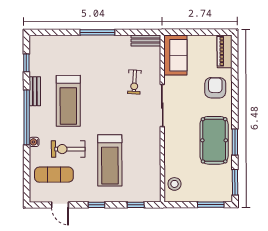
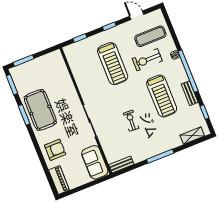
shelving: (51, 41) -> (192, 136), added
exercise bike: (134, 82) -> (131, 121), moved
armchair: (215, 88) -> (55, 150), turned -91
treadmill: (68, 101) -> (162, 96), turned 180
exercise bike: (68, 149) -> (147, 60), turned 180
treadmill: (110, 160) -> (113, 64), turned 180
stool: (174, 184) -> (57, 65), removed

